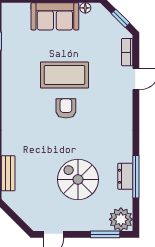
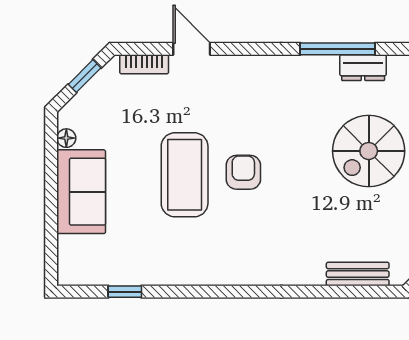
armchair: (66, 108) -> (243, 172), turned 90
window: (136, 177) -> (337, 49), moved

